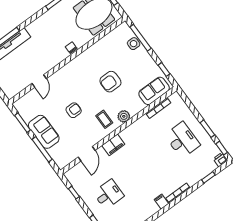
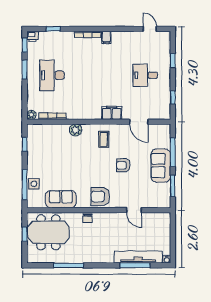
door: (39, 81) -> (134, 210), swing flipped
armchair: (110, 82) -> (100, 196), moved, turned 180
sofa: (154, 91) -> (61, 199), moved, turned 180
plant: (176, 97) -> (31, 115), added
plant: (124, 116) -> (75, 130), moved
door: (87, 154) -> (139, 122), swing flipped

